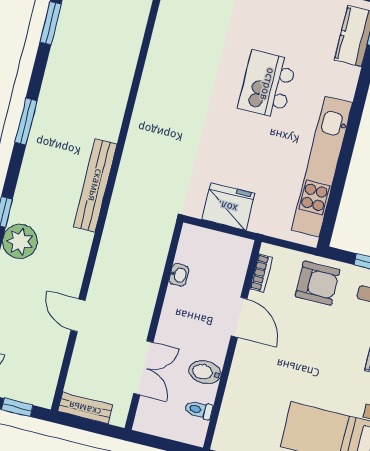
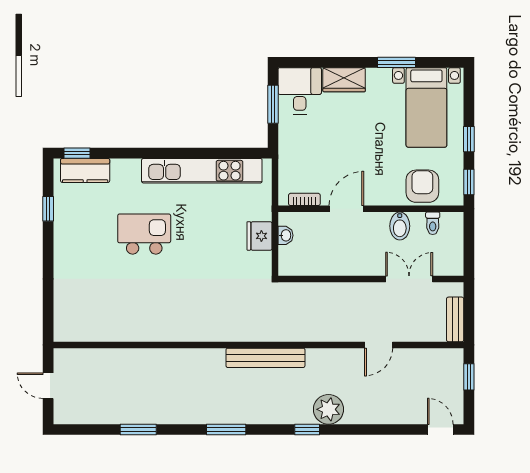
kitchen island: (267, 84) -> (144, 234), turned 180
fridge: (228, 206) -> (259, 236), width x0.73, depth x0.75
washbasin: (179, 275) -> (285, 235), moved, turned 90
armchair: (317, 283) -> (422, 186), moved

